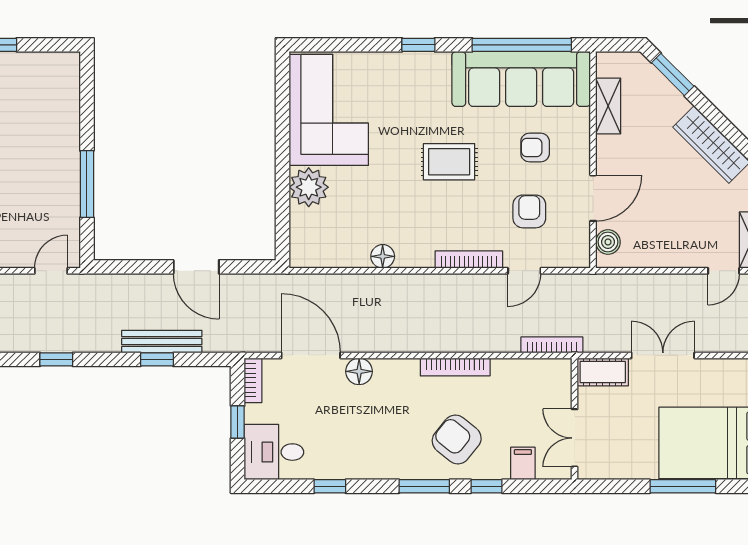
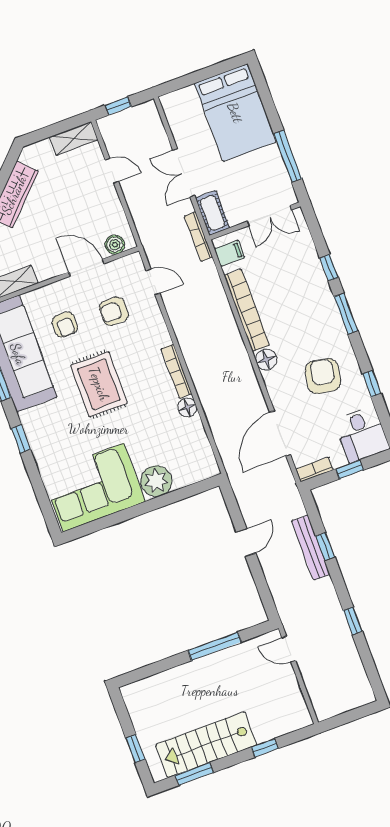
rug: (449, 162) -> (99, 384), width x1.36, depth x1.43
bookcase: (469, 260) -> (176, 371), moved
door: (196, 267) -> (246, 543), width x0.73
door: (524, 271) -> (153, 282), moved
door: (724, 271) -> (112, 171), moved
bookcase: (552, 345) -> (198, 237), moved
bookcase: (455, 367) -> (247, 310), width x1.48, depth x1.31
floor lamp: (359, 371) -> (266, 360), moved
armchair: (457, 439) -> (323, 376), moved, turned 151
filing cabinet: (523, 463) -> (229, 253), moved, turned 180
window: (683, 486) -> (288, 156), moved

